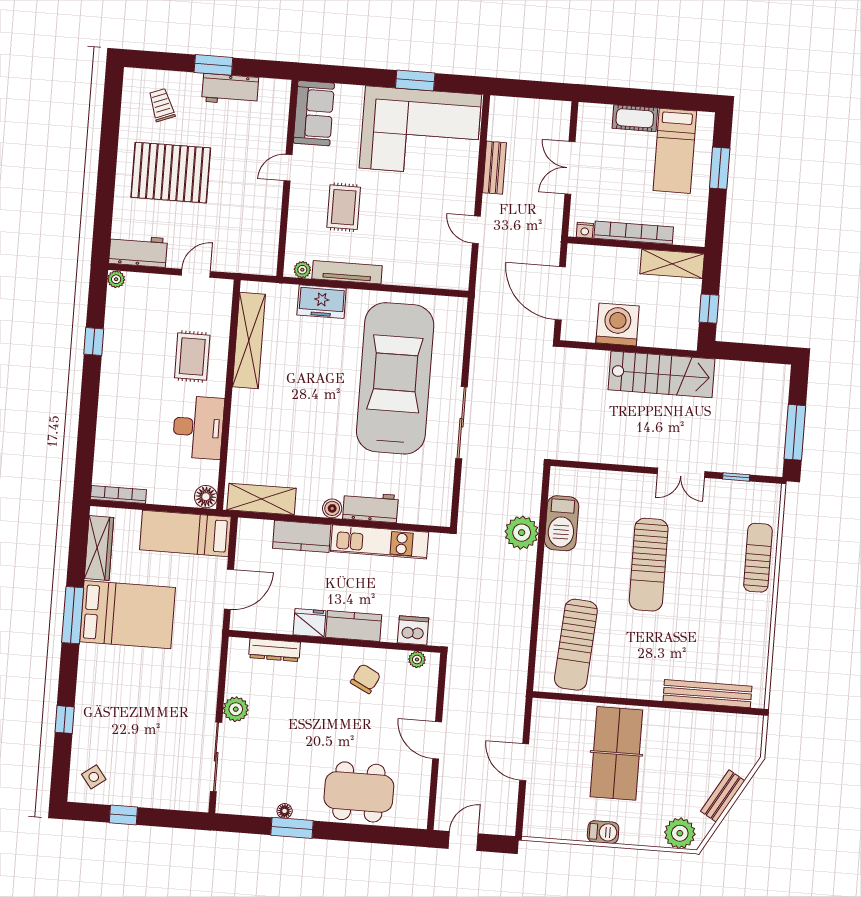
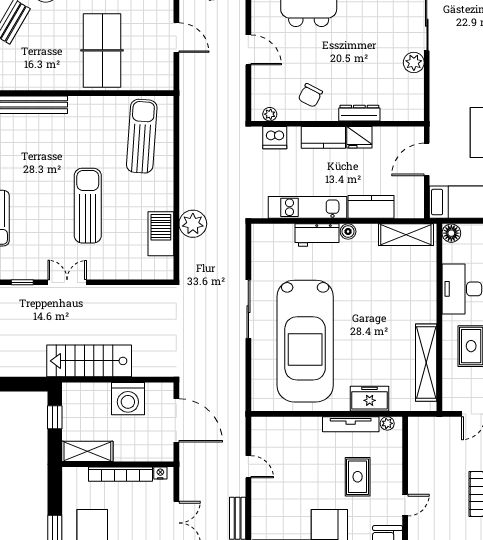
dresser: (274, 650) -> (359, 113), moved

